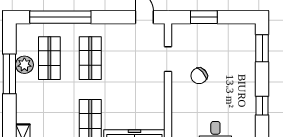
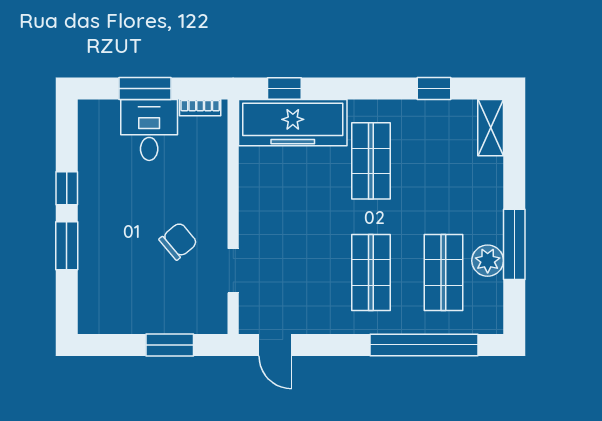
window: (262, 48) -> (67, 246), moved

